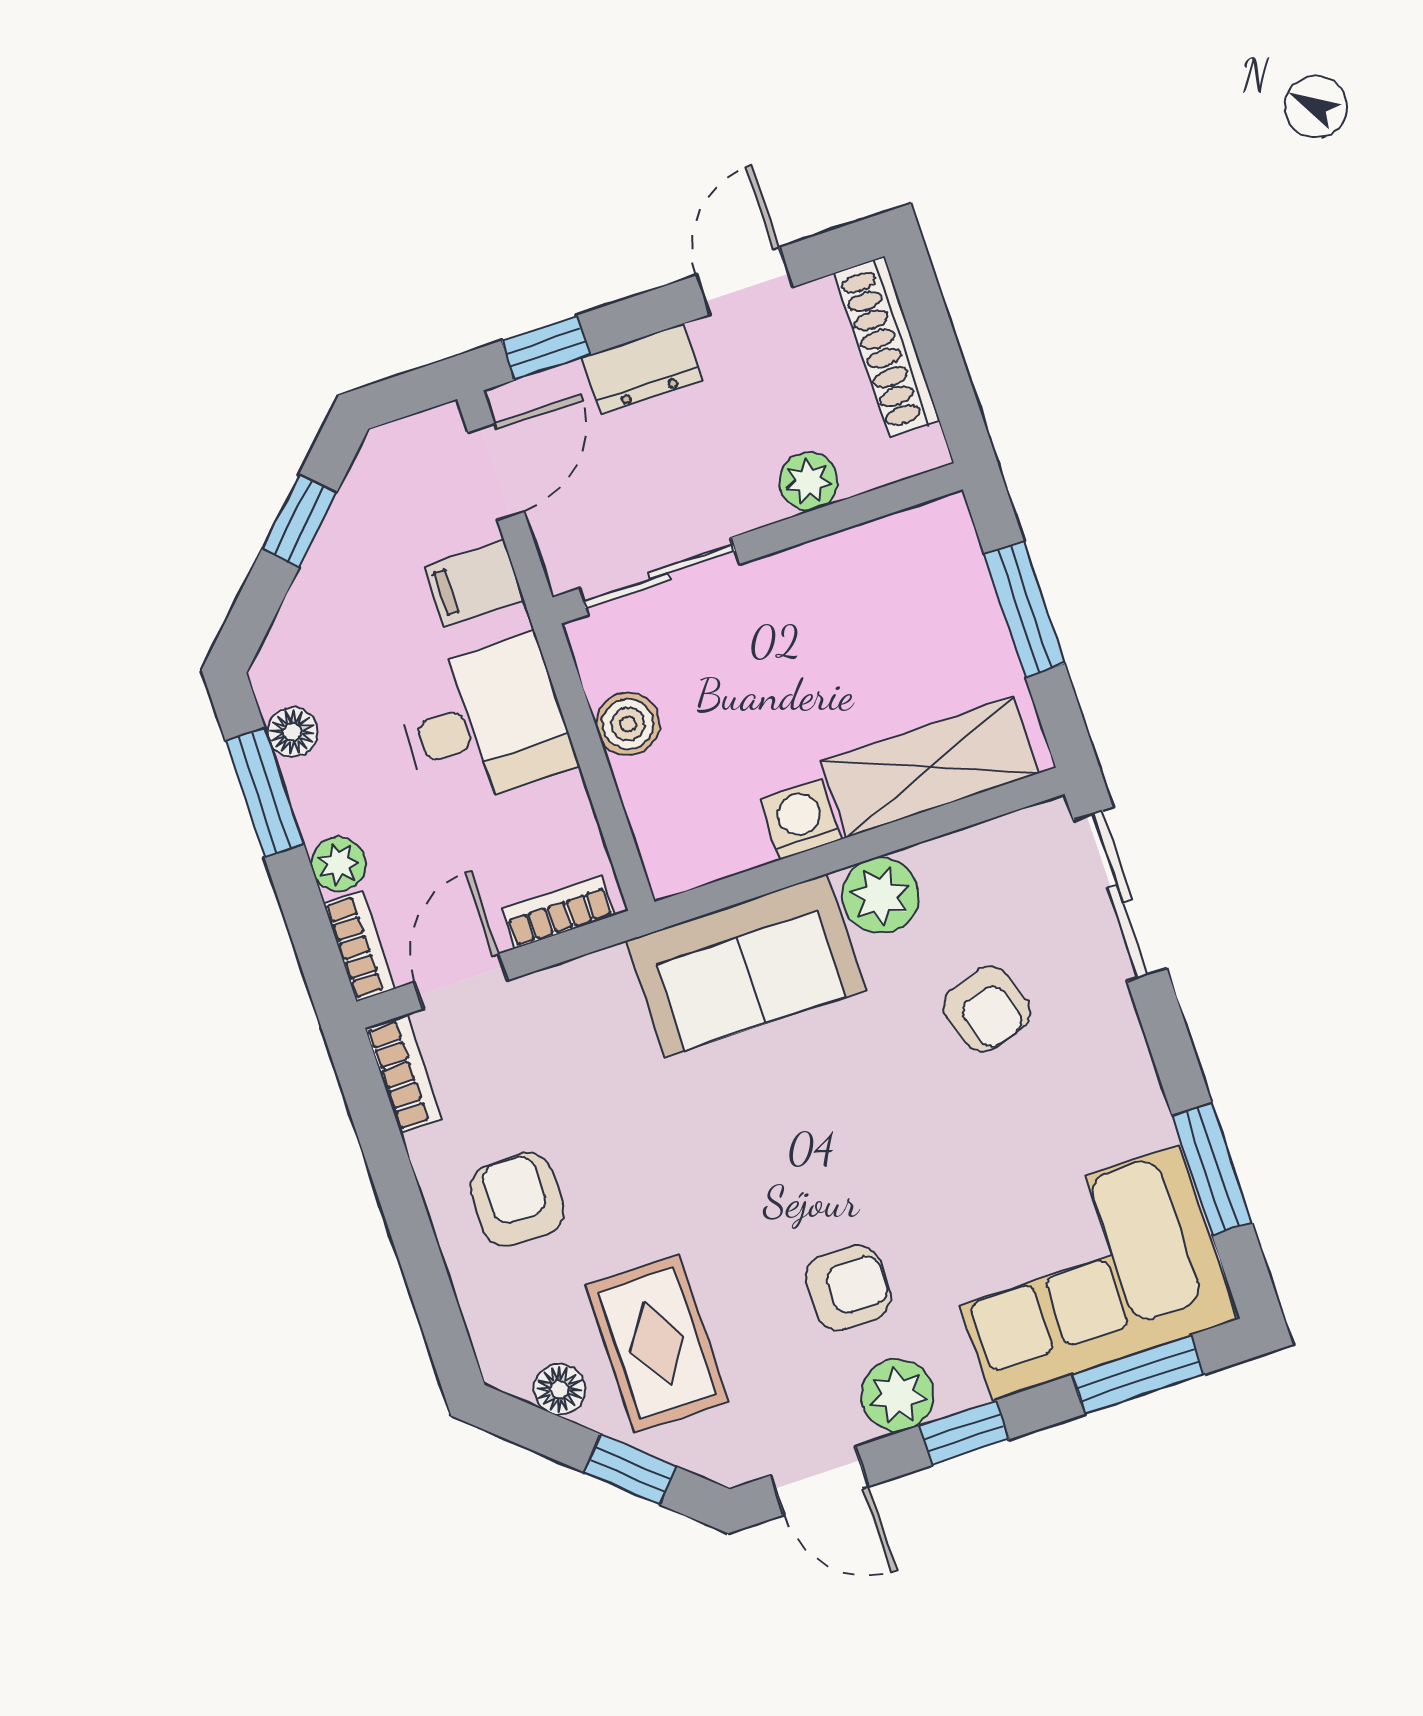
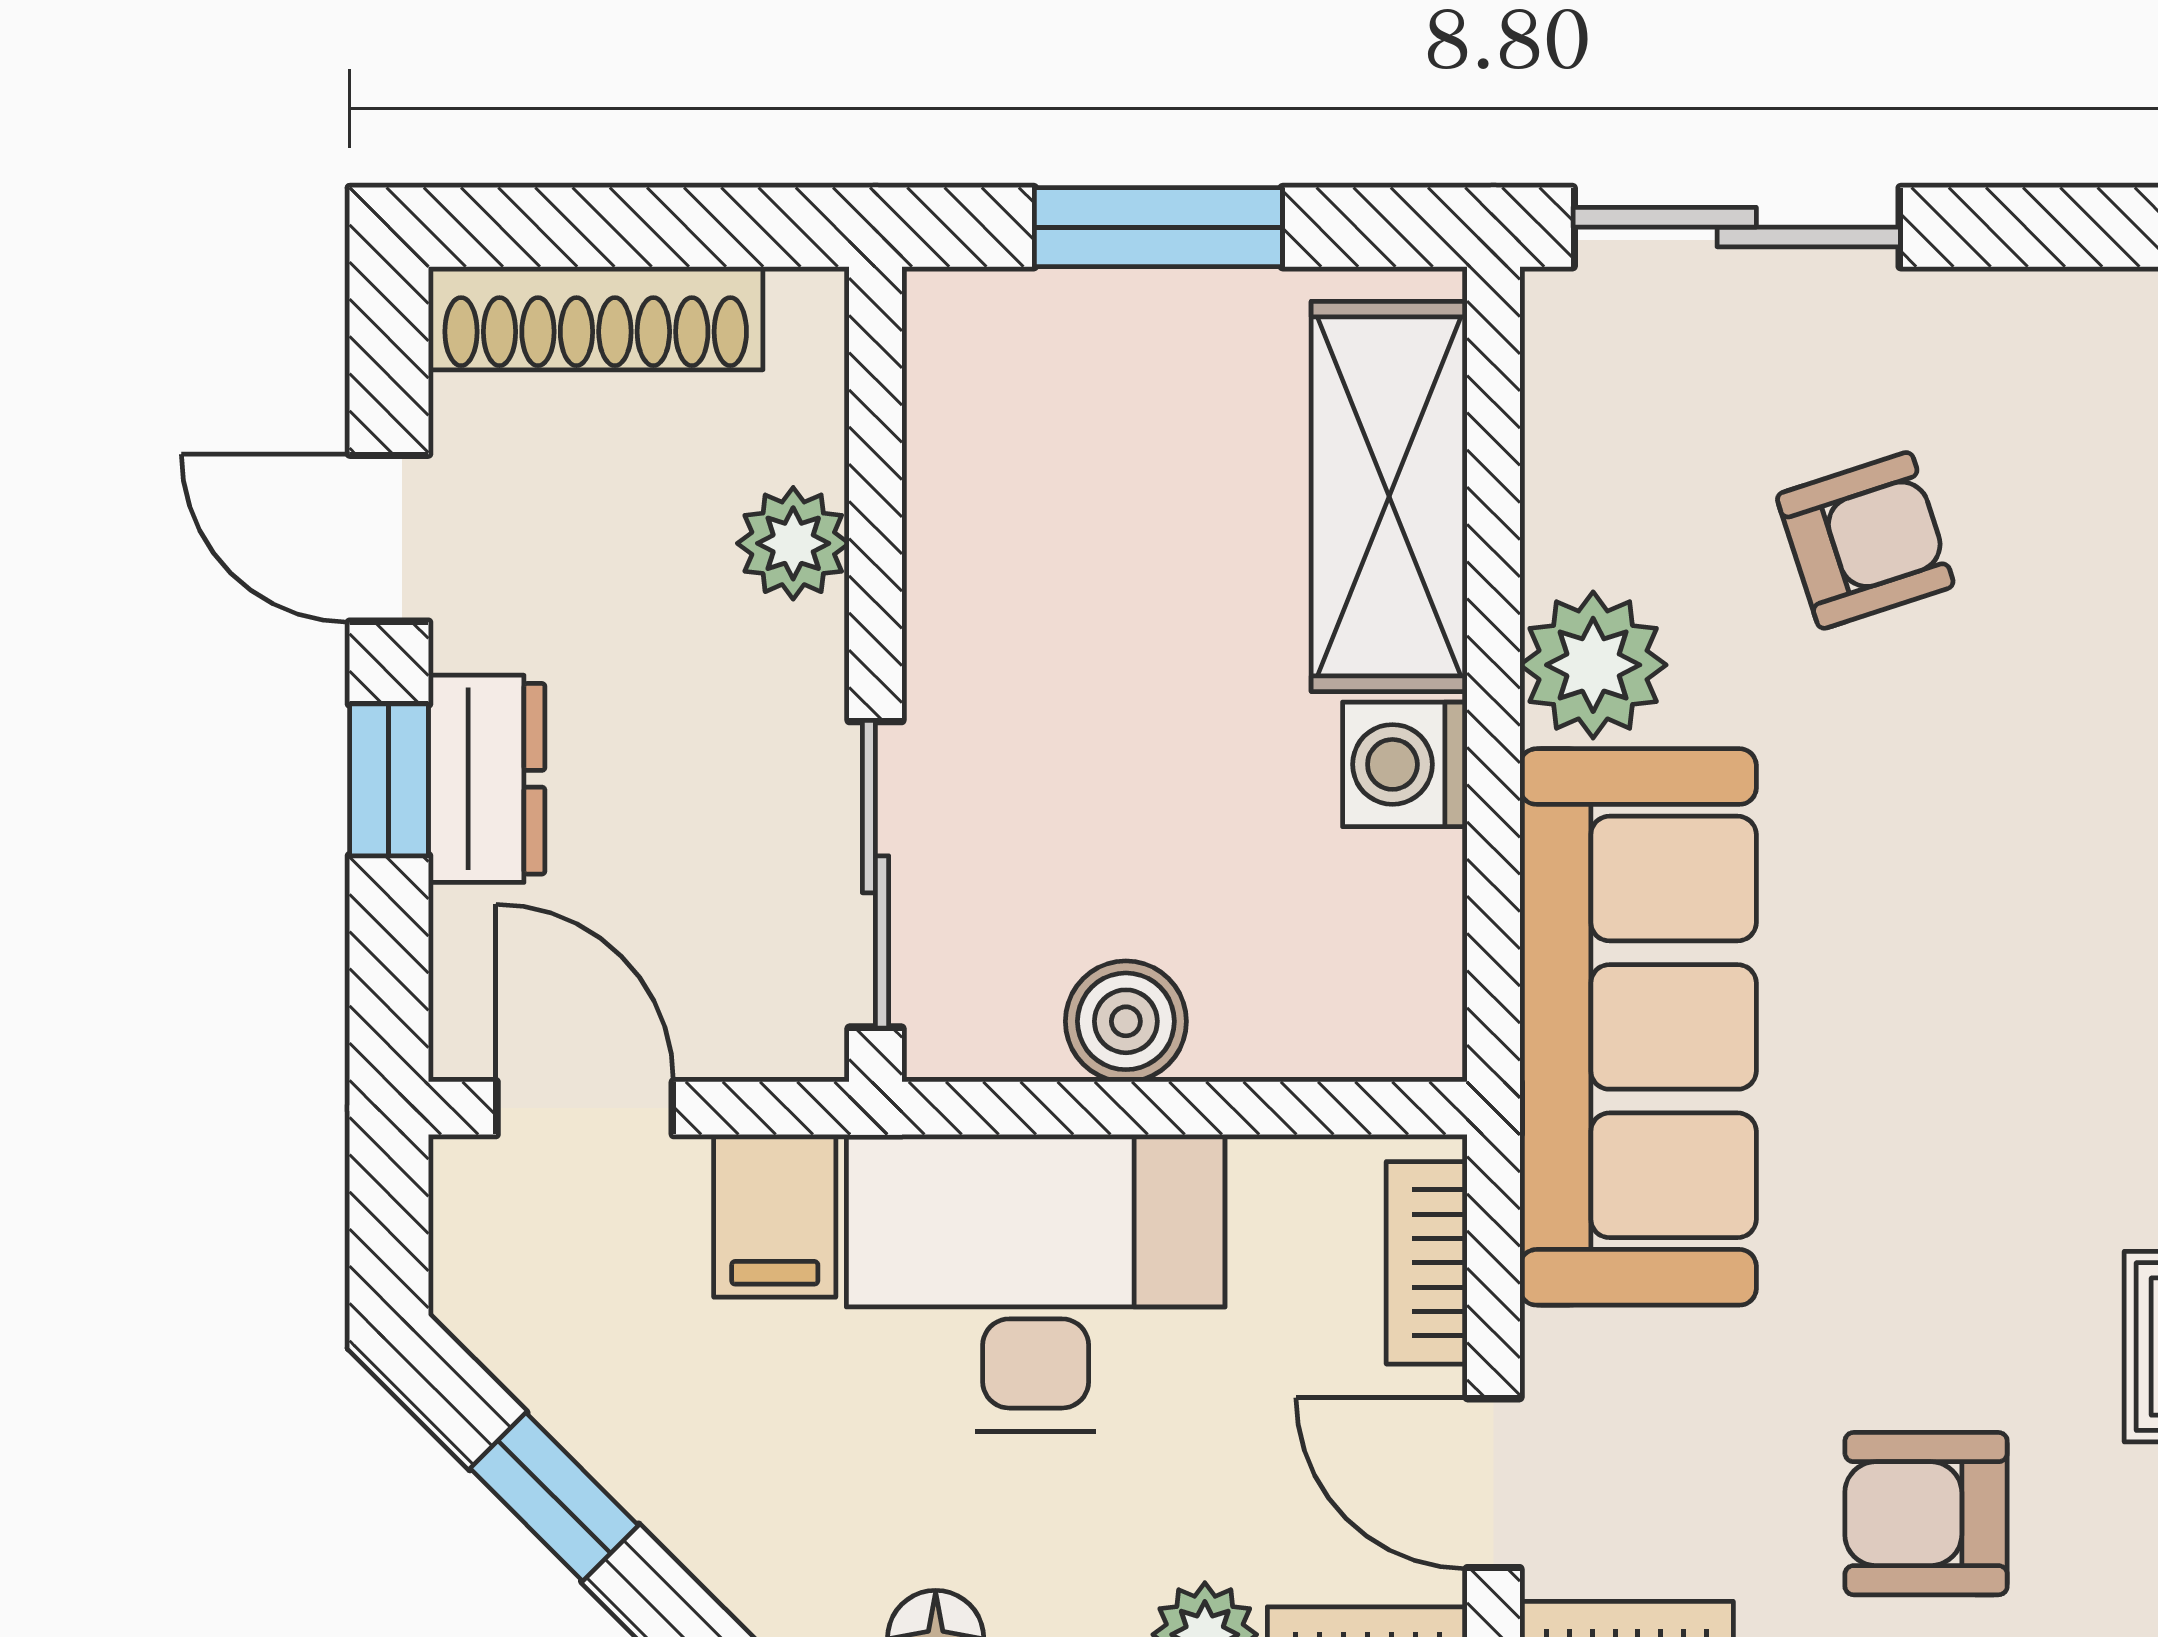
window: (546, 348) -> (389, 780), moved
desk: (484, 723) -> (1036, 1283), width x1.37
sofa: (746, 965) -> (1638, 1027), width x1.36

